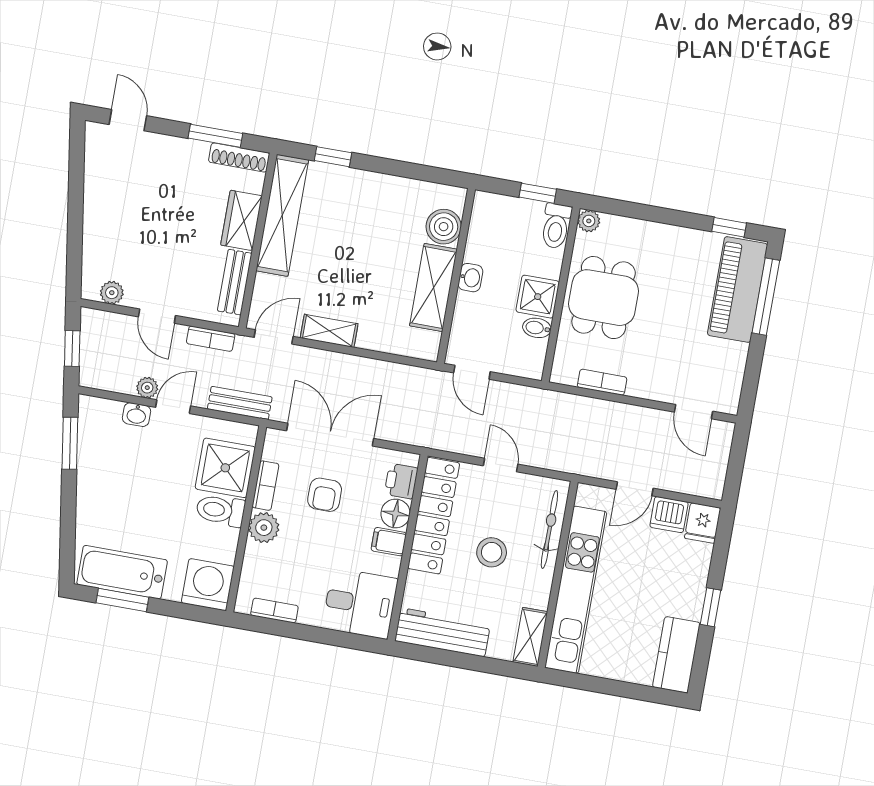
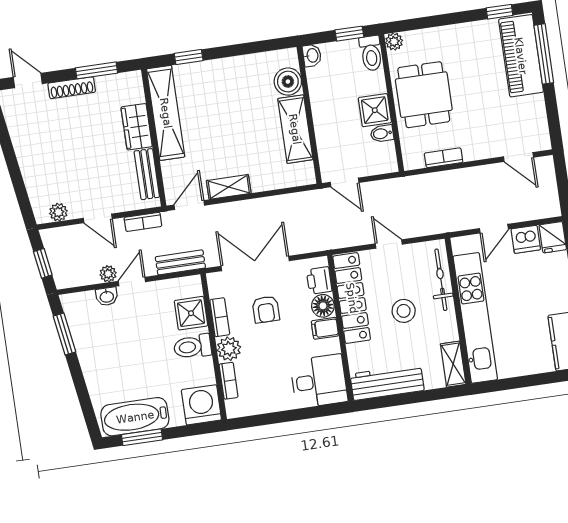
shoe rack: (239, 158) -> (72, 88), moved
washbasin: (470, 278) -> (312, 55), moved
shower: (225, 468) -> (191, 313), width x0.73, depth x0.73
bookcase: (274, 611) -> (229, 381), moved, turned 90

